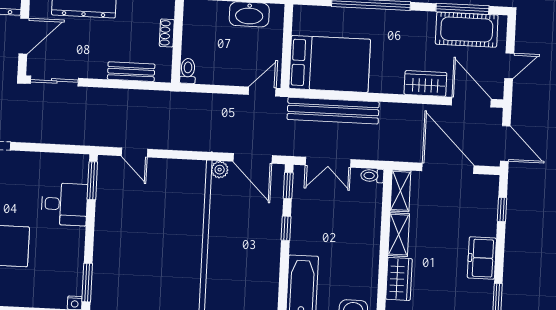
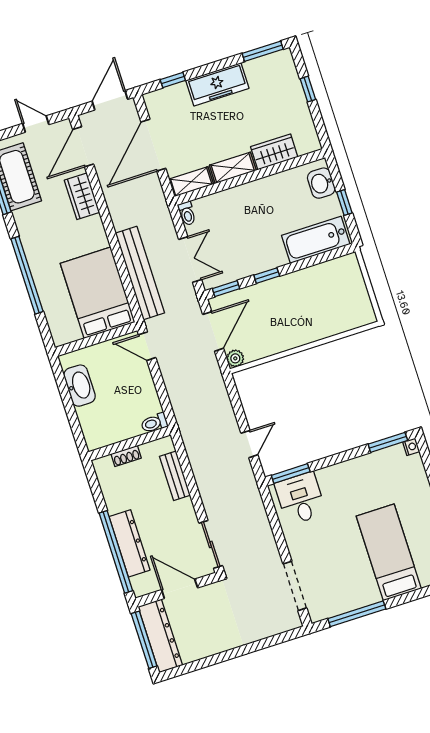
desk: (64, 204) -> (300, 499), moved
freezer: (482, 258) -> (217, 84), width x1.40

